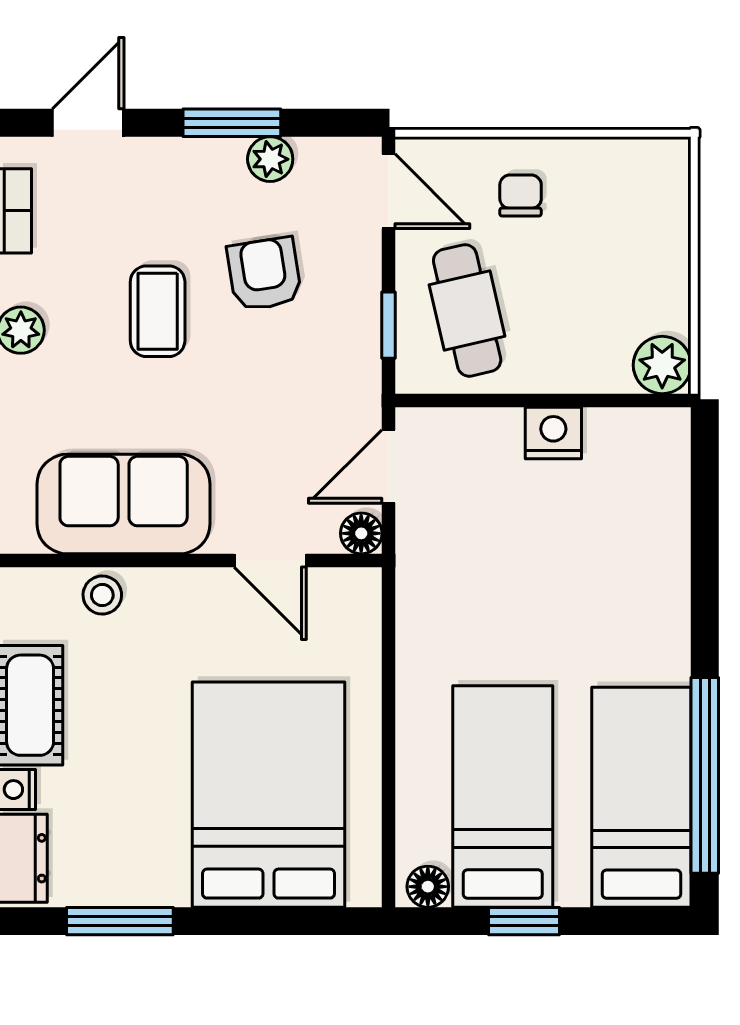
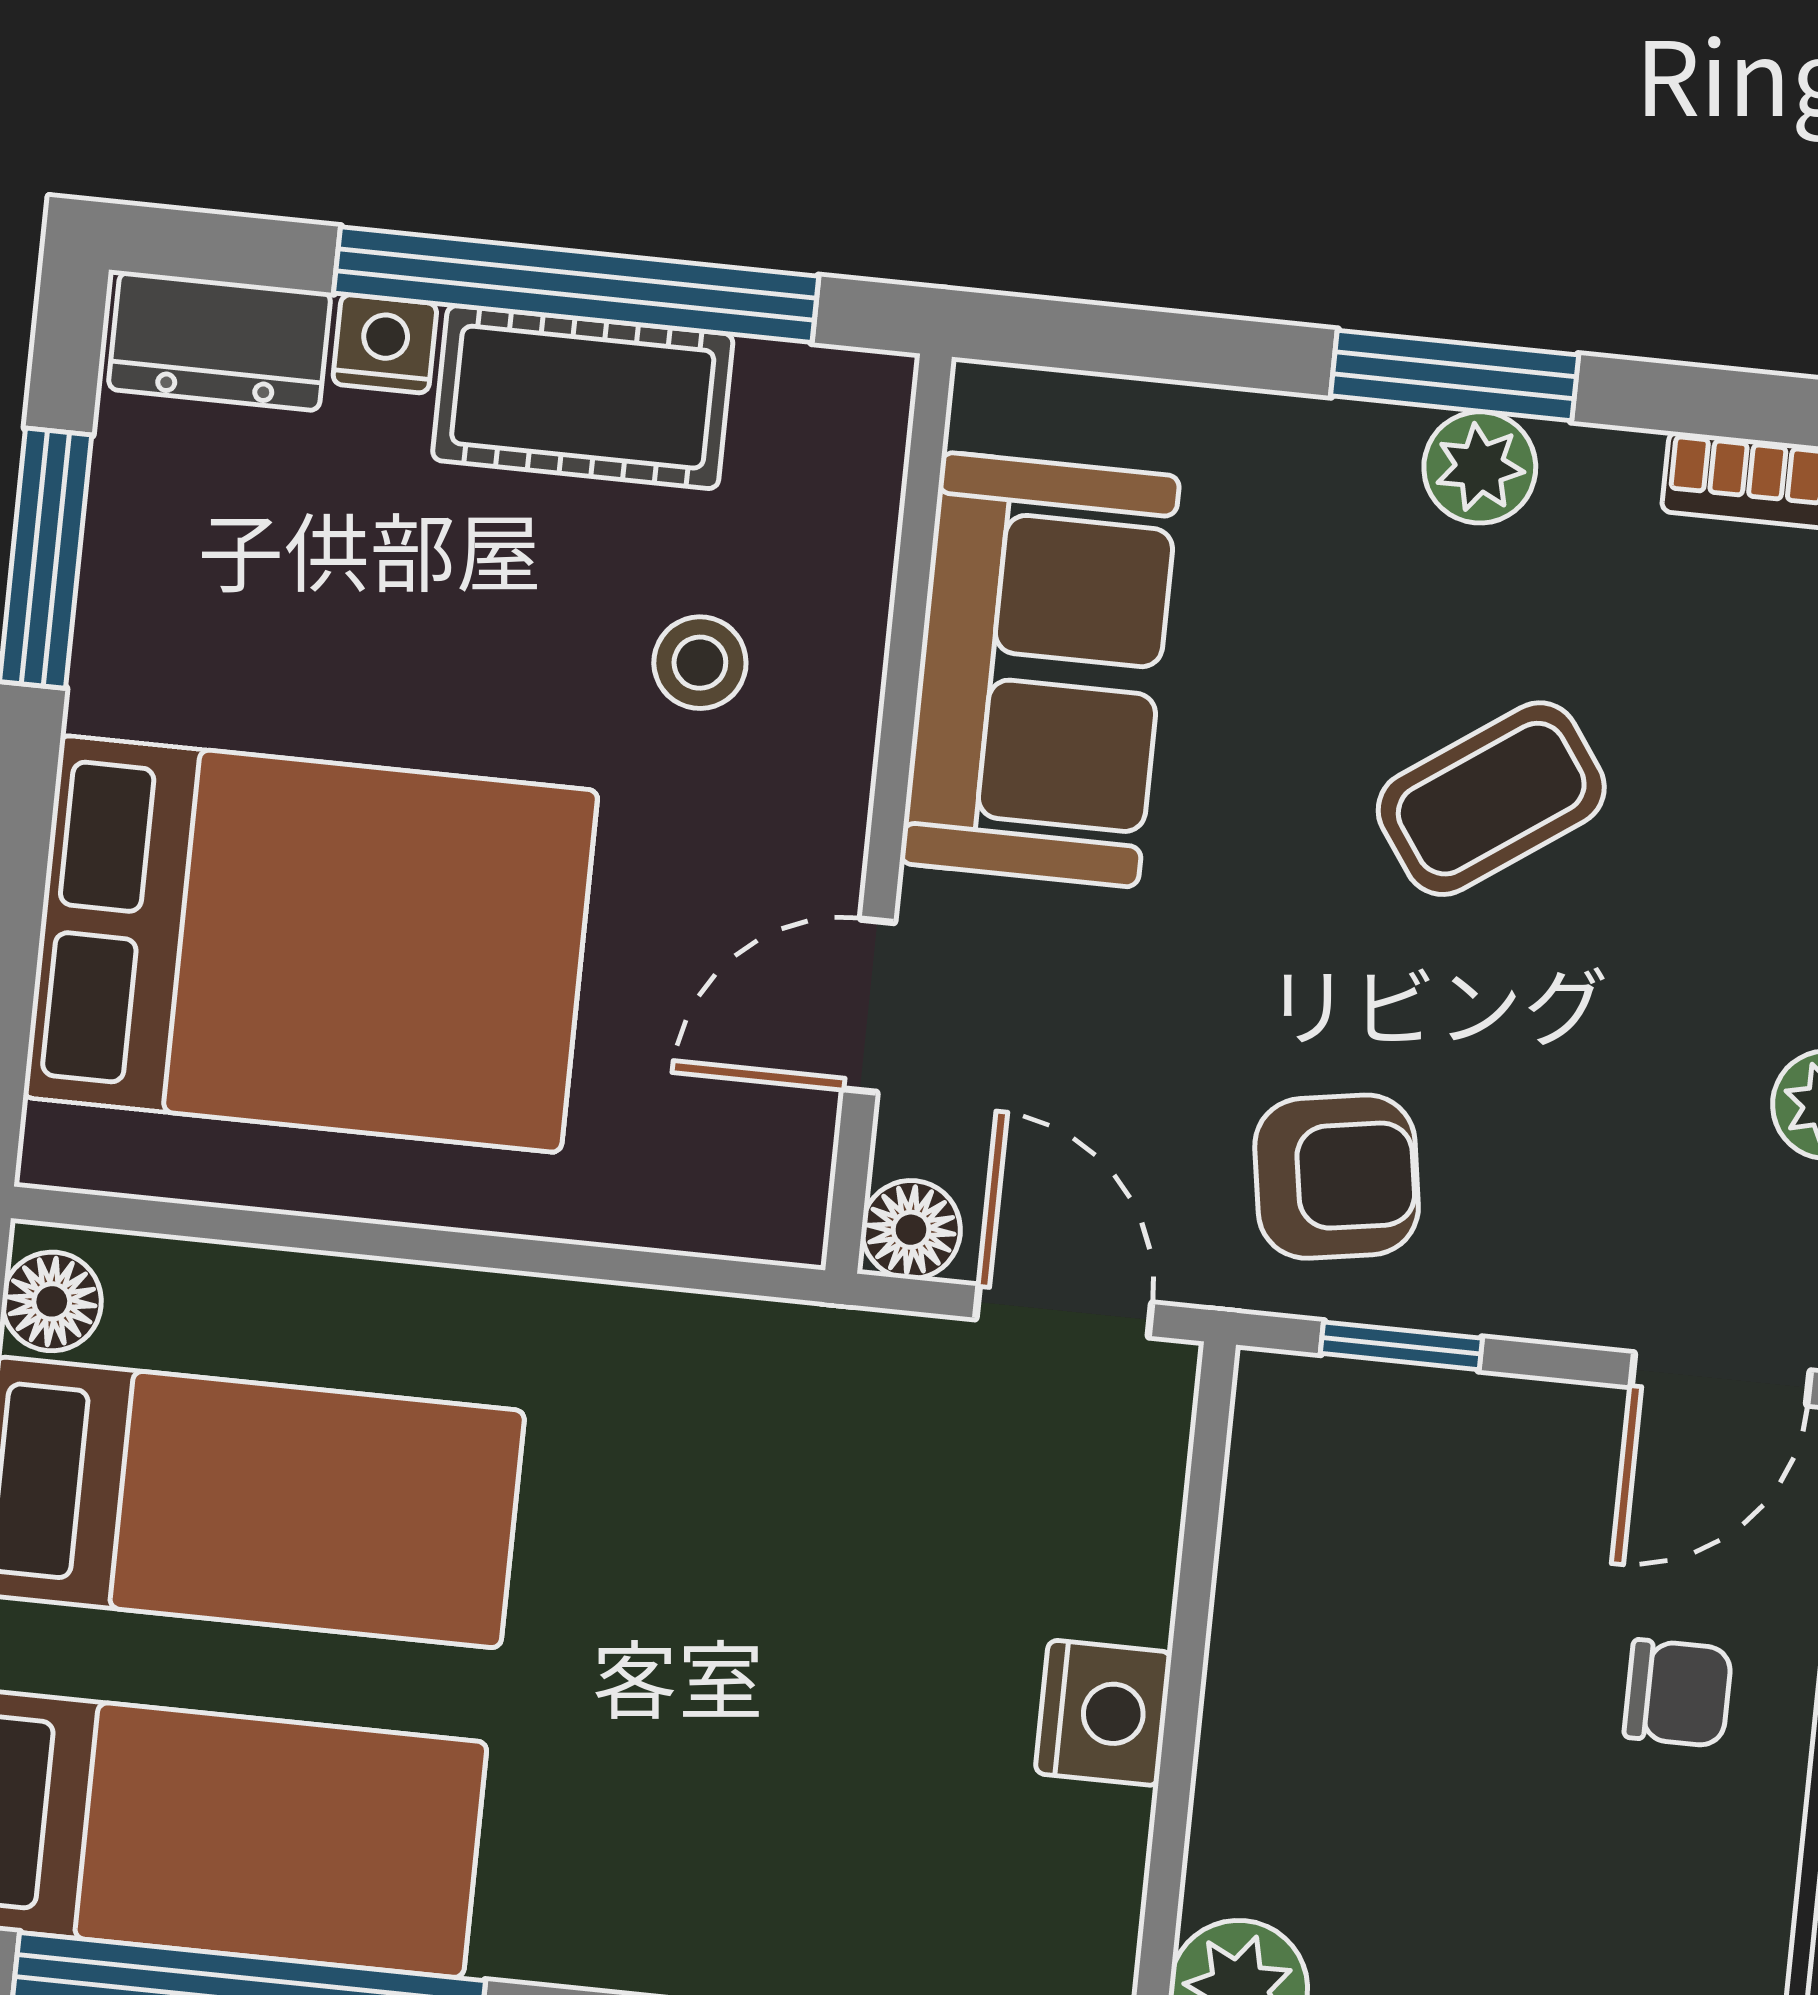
armchair: (264, 274) -> (1337, 1177), moved
cafe table: (467, 310) -> (1417, 1537), removed
coffee table: (158, 311) -> (1491, 799), turned -35
stool: (102, 595) -> (700, 663), moved

